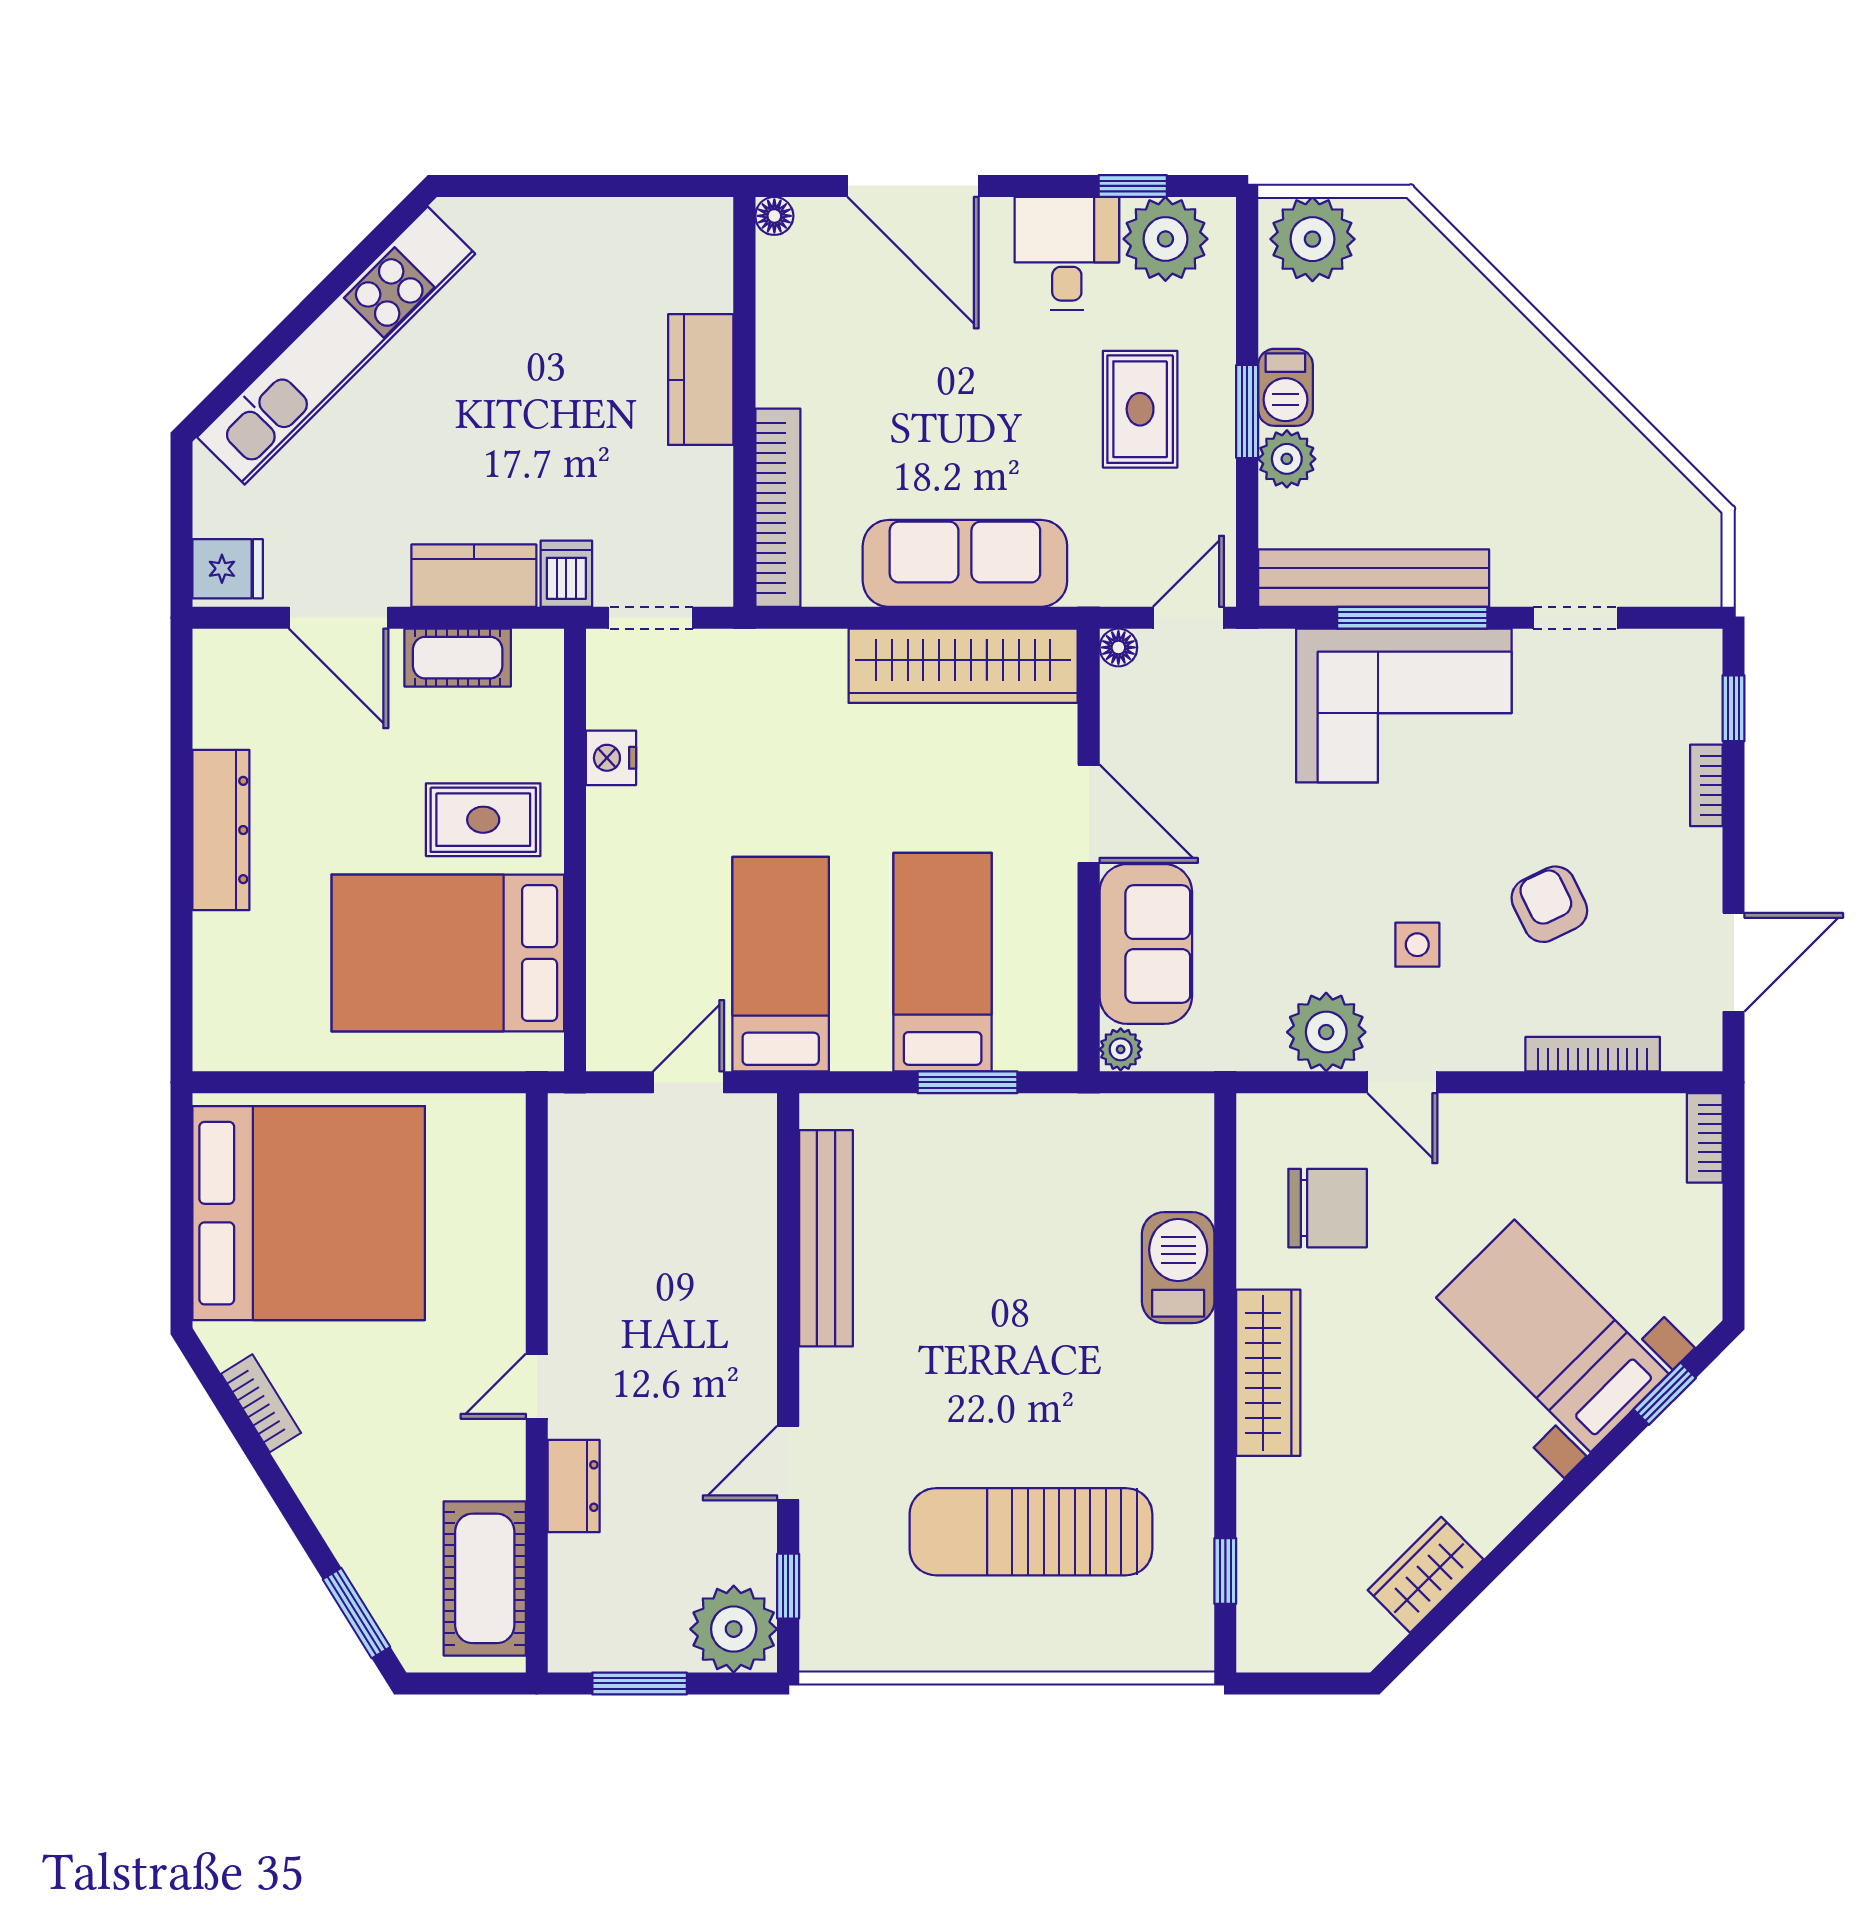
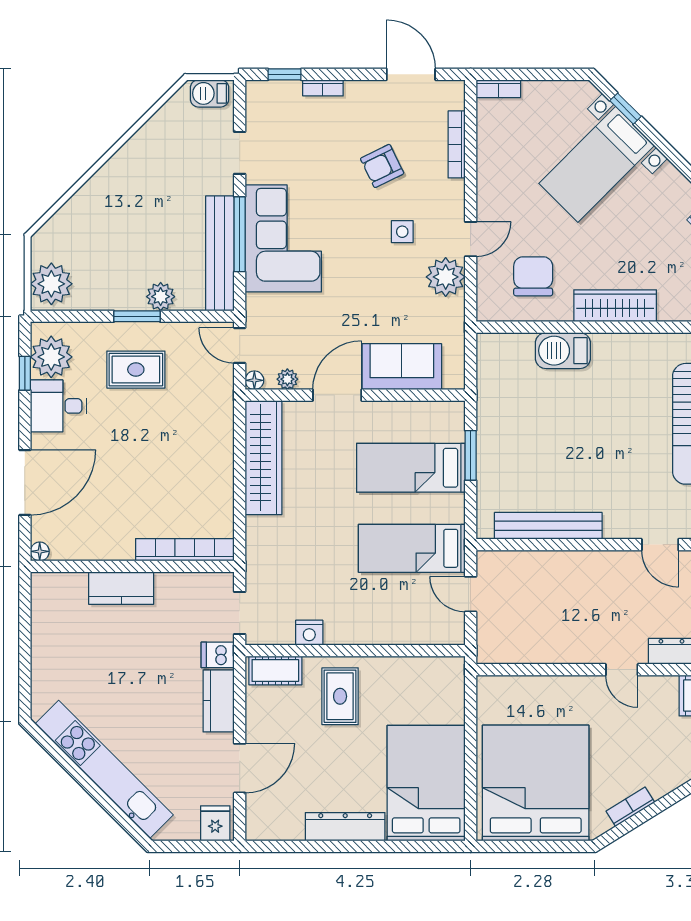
barbecue: (1285, 387) -> (210, 93), moved, turned 180
sofa: (965, 563) -> (213, 457), removed
cot: (458, 658) -> (275, 670), moved, turned 90
bed: (448, 953) -> (426, 783), moved, turned 180
plant: (1121, 1049) -> (287, 379), moved

